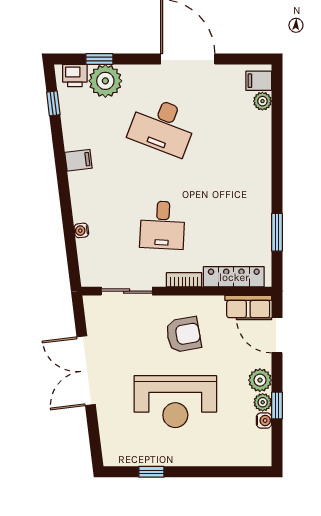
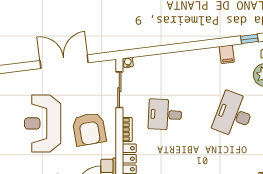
filing cabinet: (78, 160) -> (227, 54), moved
water cooler: (81, 230) -> (128, 62), moved
armchair: (183, 335) -> (89, 129), width x1.36, depth x1.36

